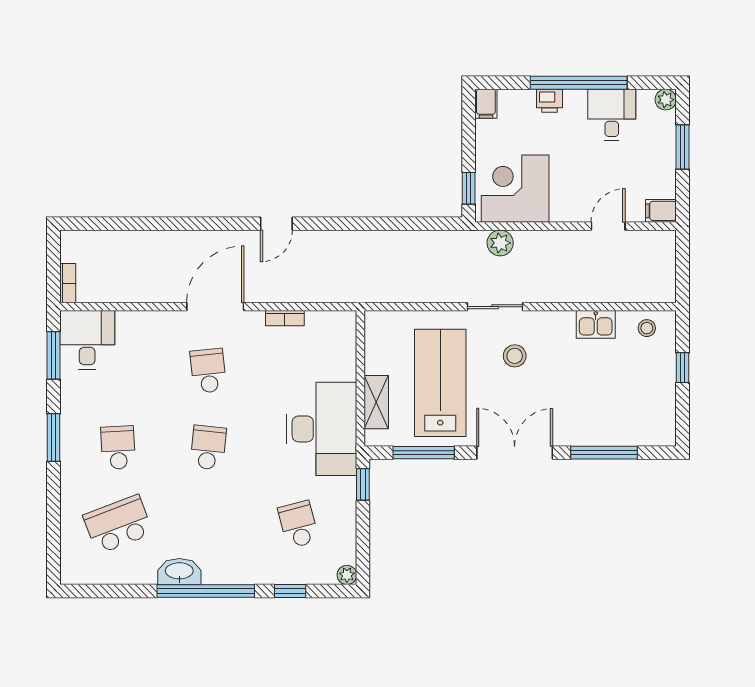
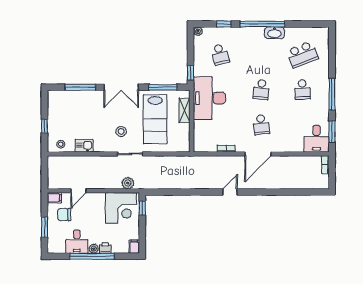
plant: (666, 100) -> (94, 249), moved
chair: (639, 174) -> (64, 215), added
window: (53, 437) -> (332, 94), width x1.44

